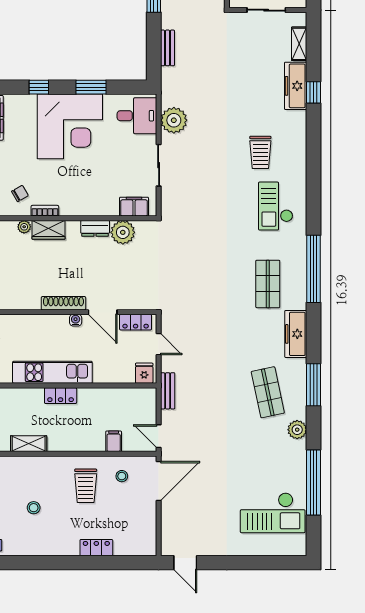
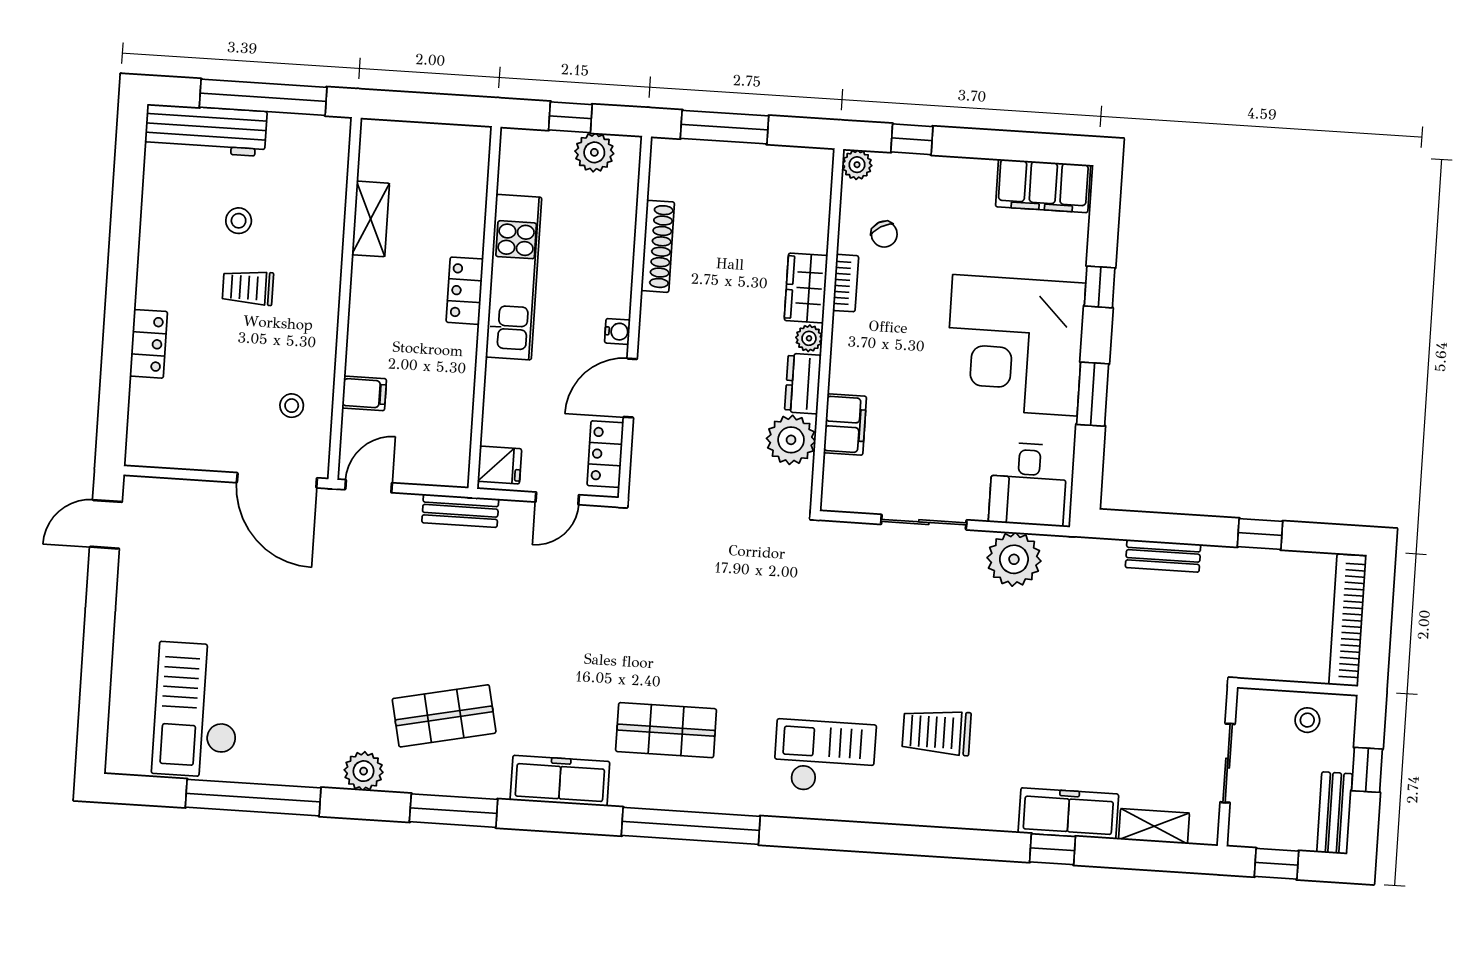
filing cabinet: (134, 207) -> (845, 425), moved
plant: (24, 227) -> (809, 338), moved
shoe rack: (63, 303) -> (658, 246), moved
trolley: (86, 486) -> (248, 288), moved, width x0.73, depth x0.72

